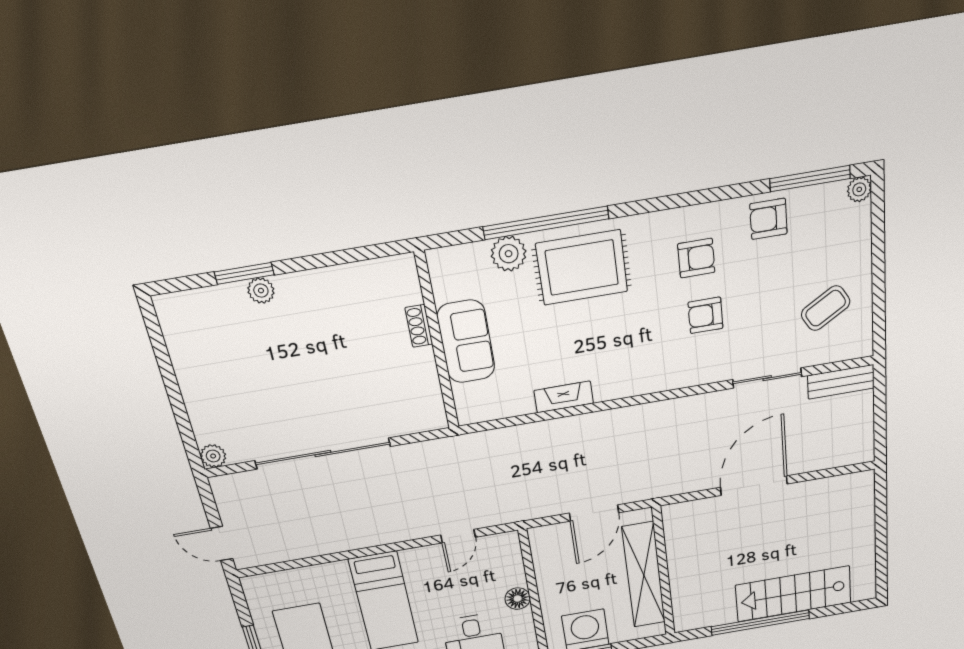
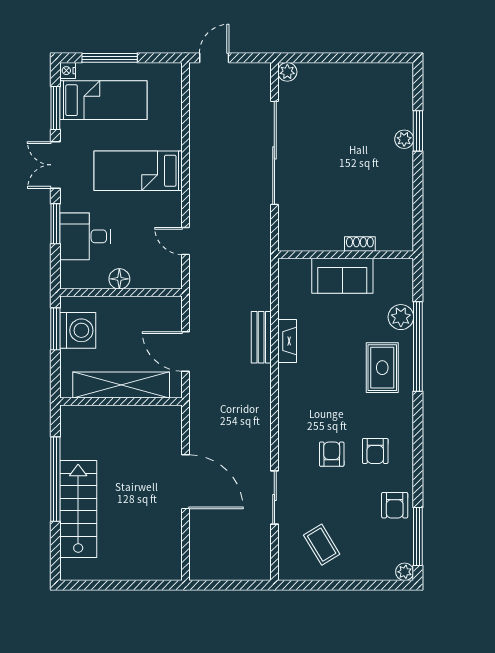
armchair: (768, 219) -> (395, 505), turned 180
rug: (582, 268) -> (382, 368), width x0.73, depth x0.70
bench: (841, 382) -> (261, 337), moved

